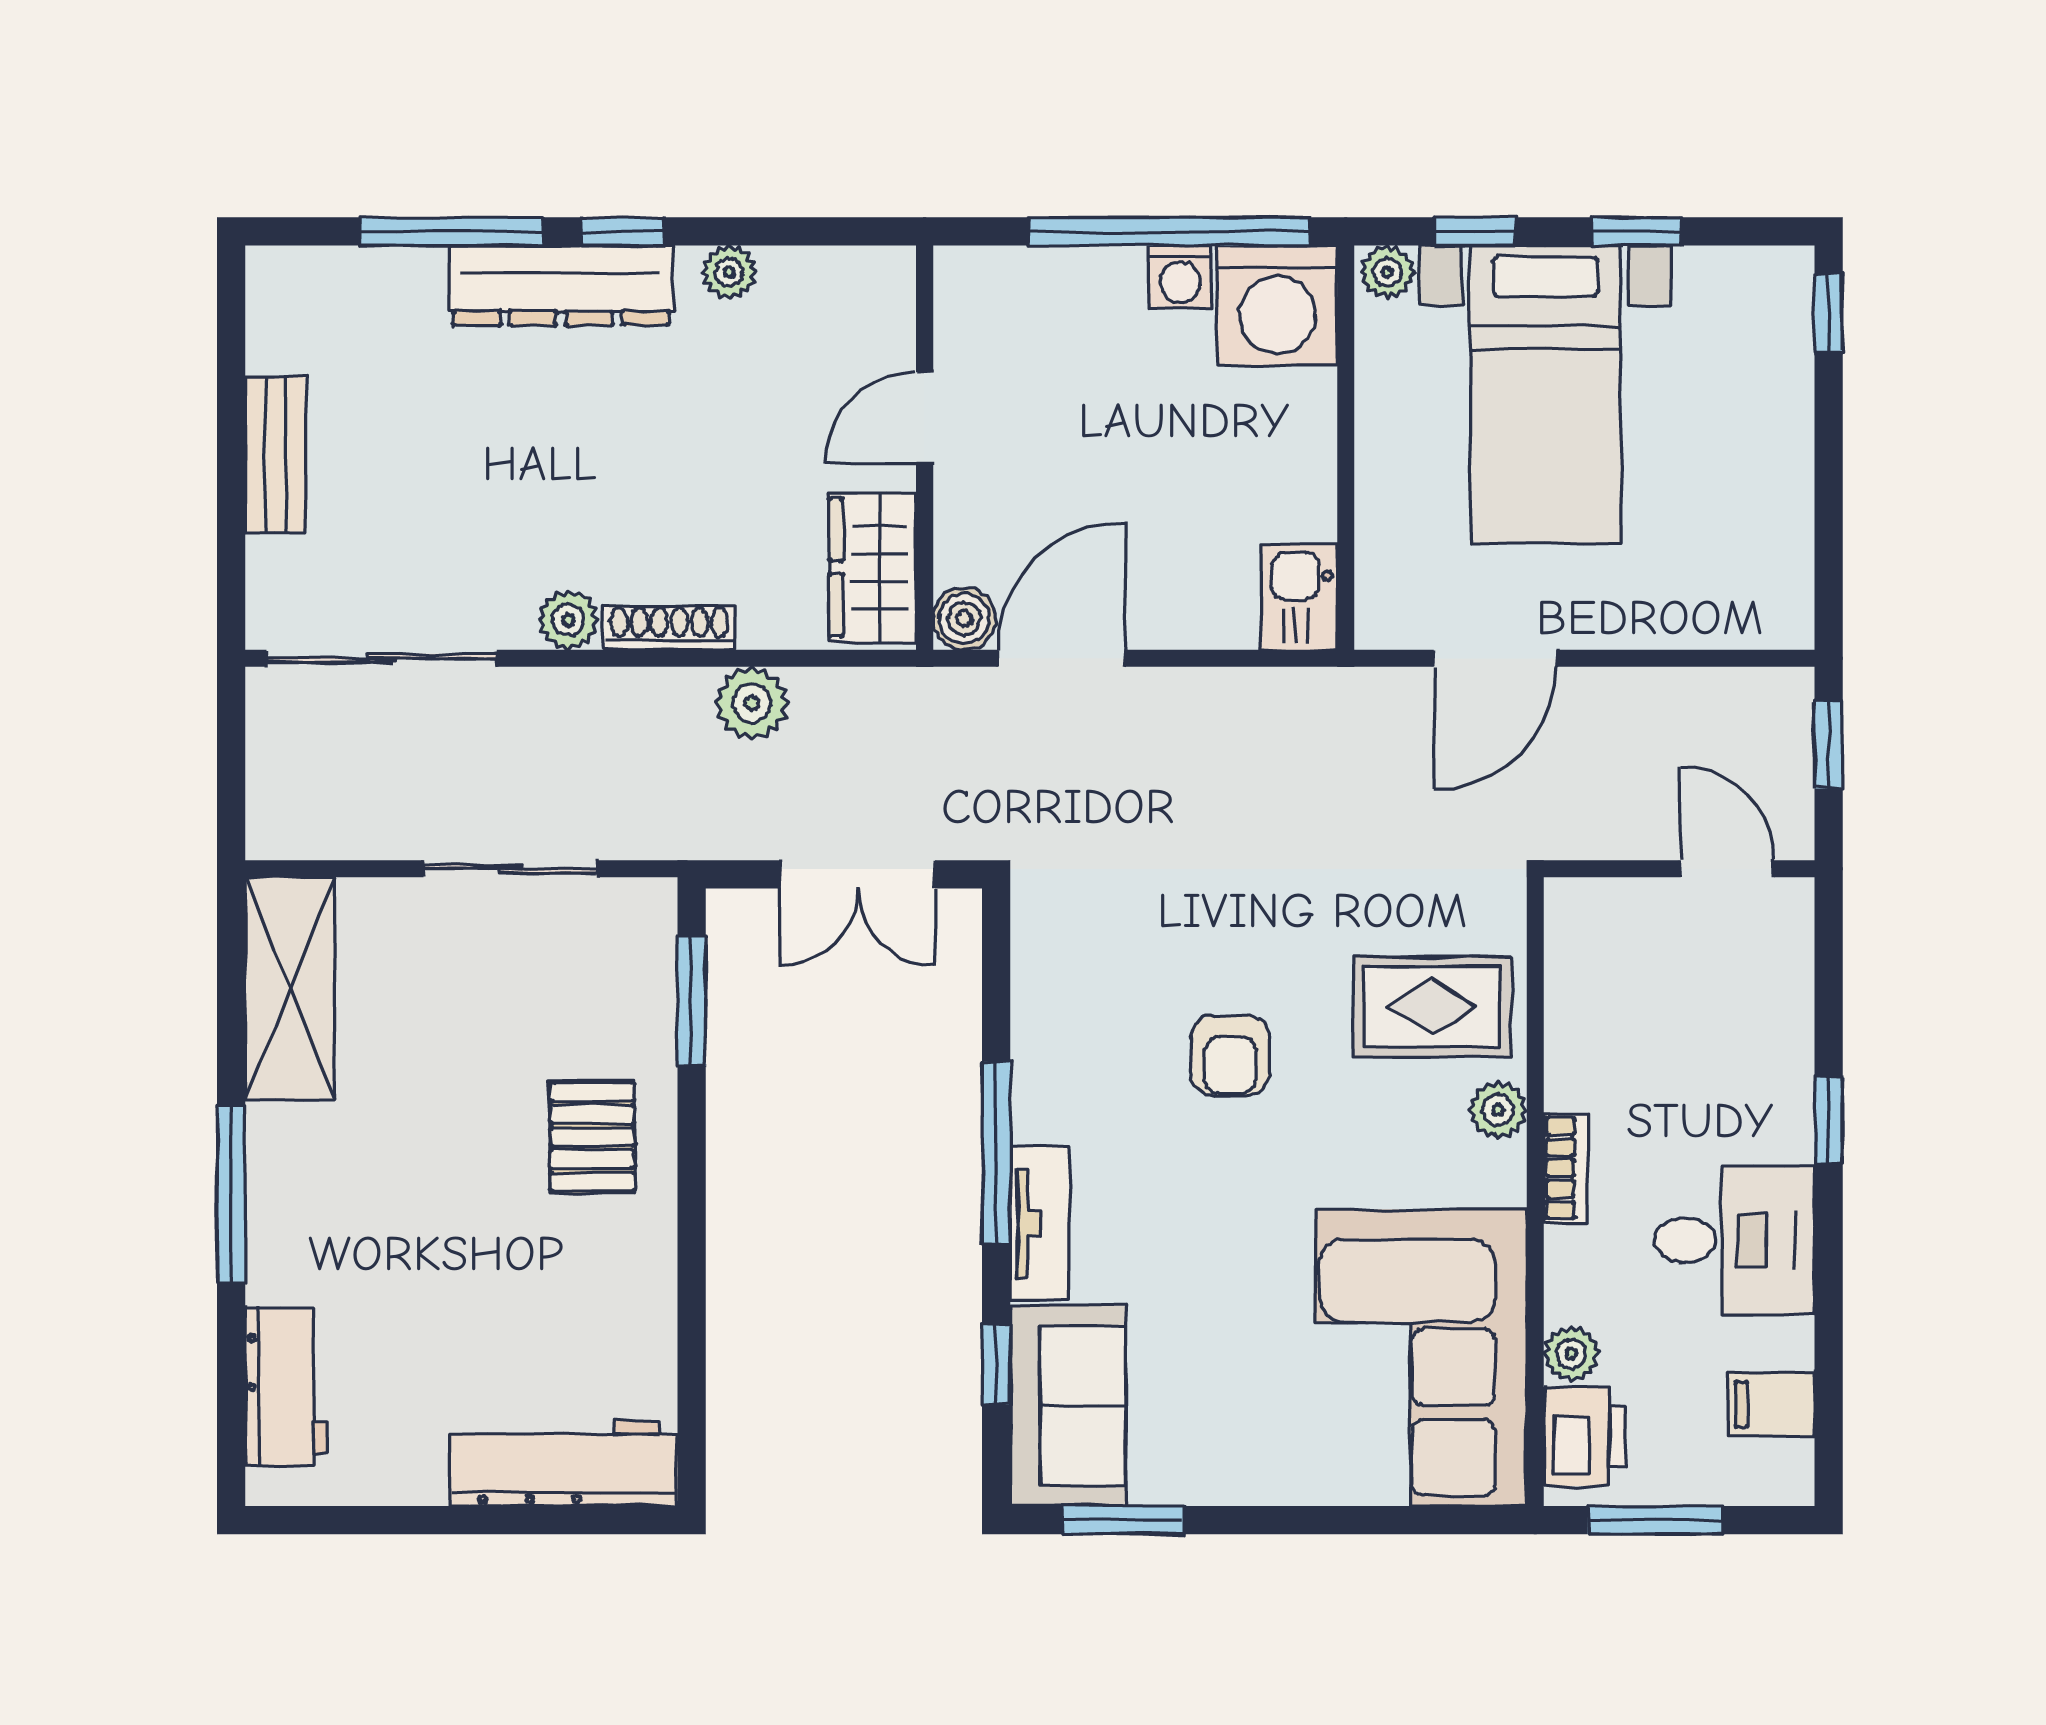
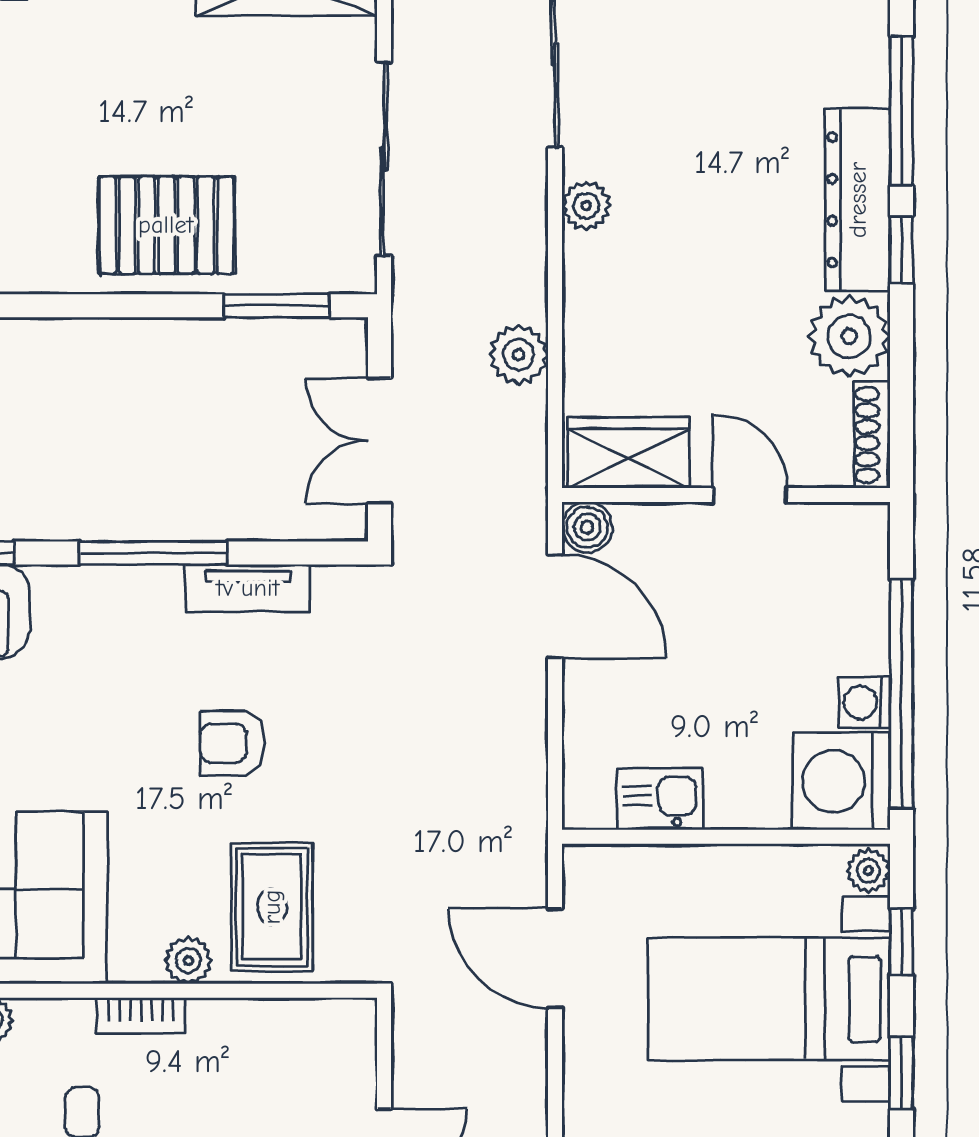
plant: (729, 272) -> (849, 336), width x1.87, depth x1.87
kitchen sink: (1299, 597) -> (660, 799), moved
shoe rack: (669, 627) -> (872, 435), moved, turned 180
sliding door: (511, 869) -> (384, 159), width x1.37
pallet: (592, 1137) -> (166, 225), width x1.50, depth x1.42
tv unit: (1039, 1224) -> (248, 588), moved

